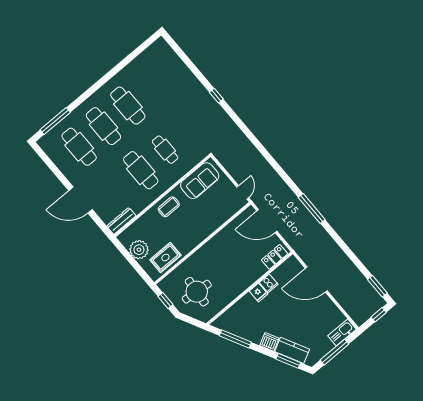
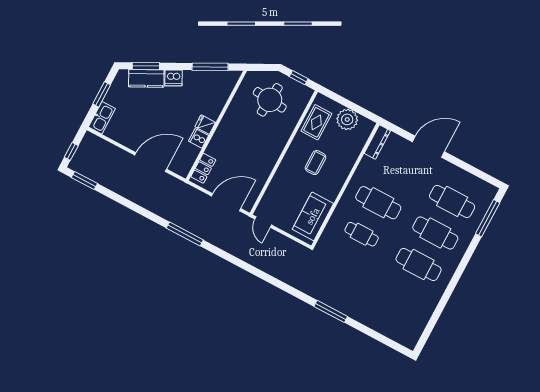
window: (216, 96) -> (331, 311), width x2.17
coffee table: (169, 207) -> (316, 163), moved
window: (334, 352) -> (102, 94), width x0.69

